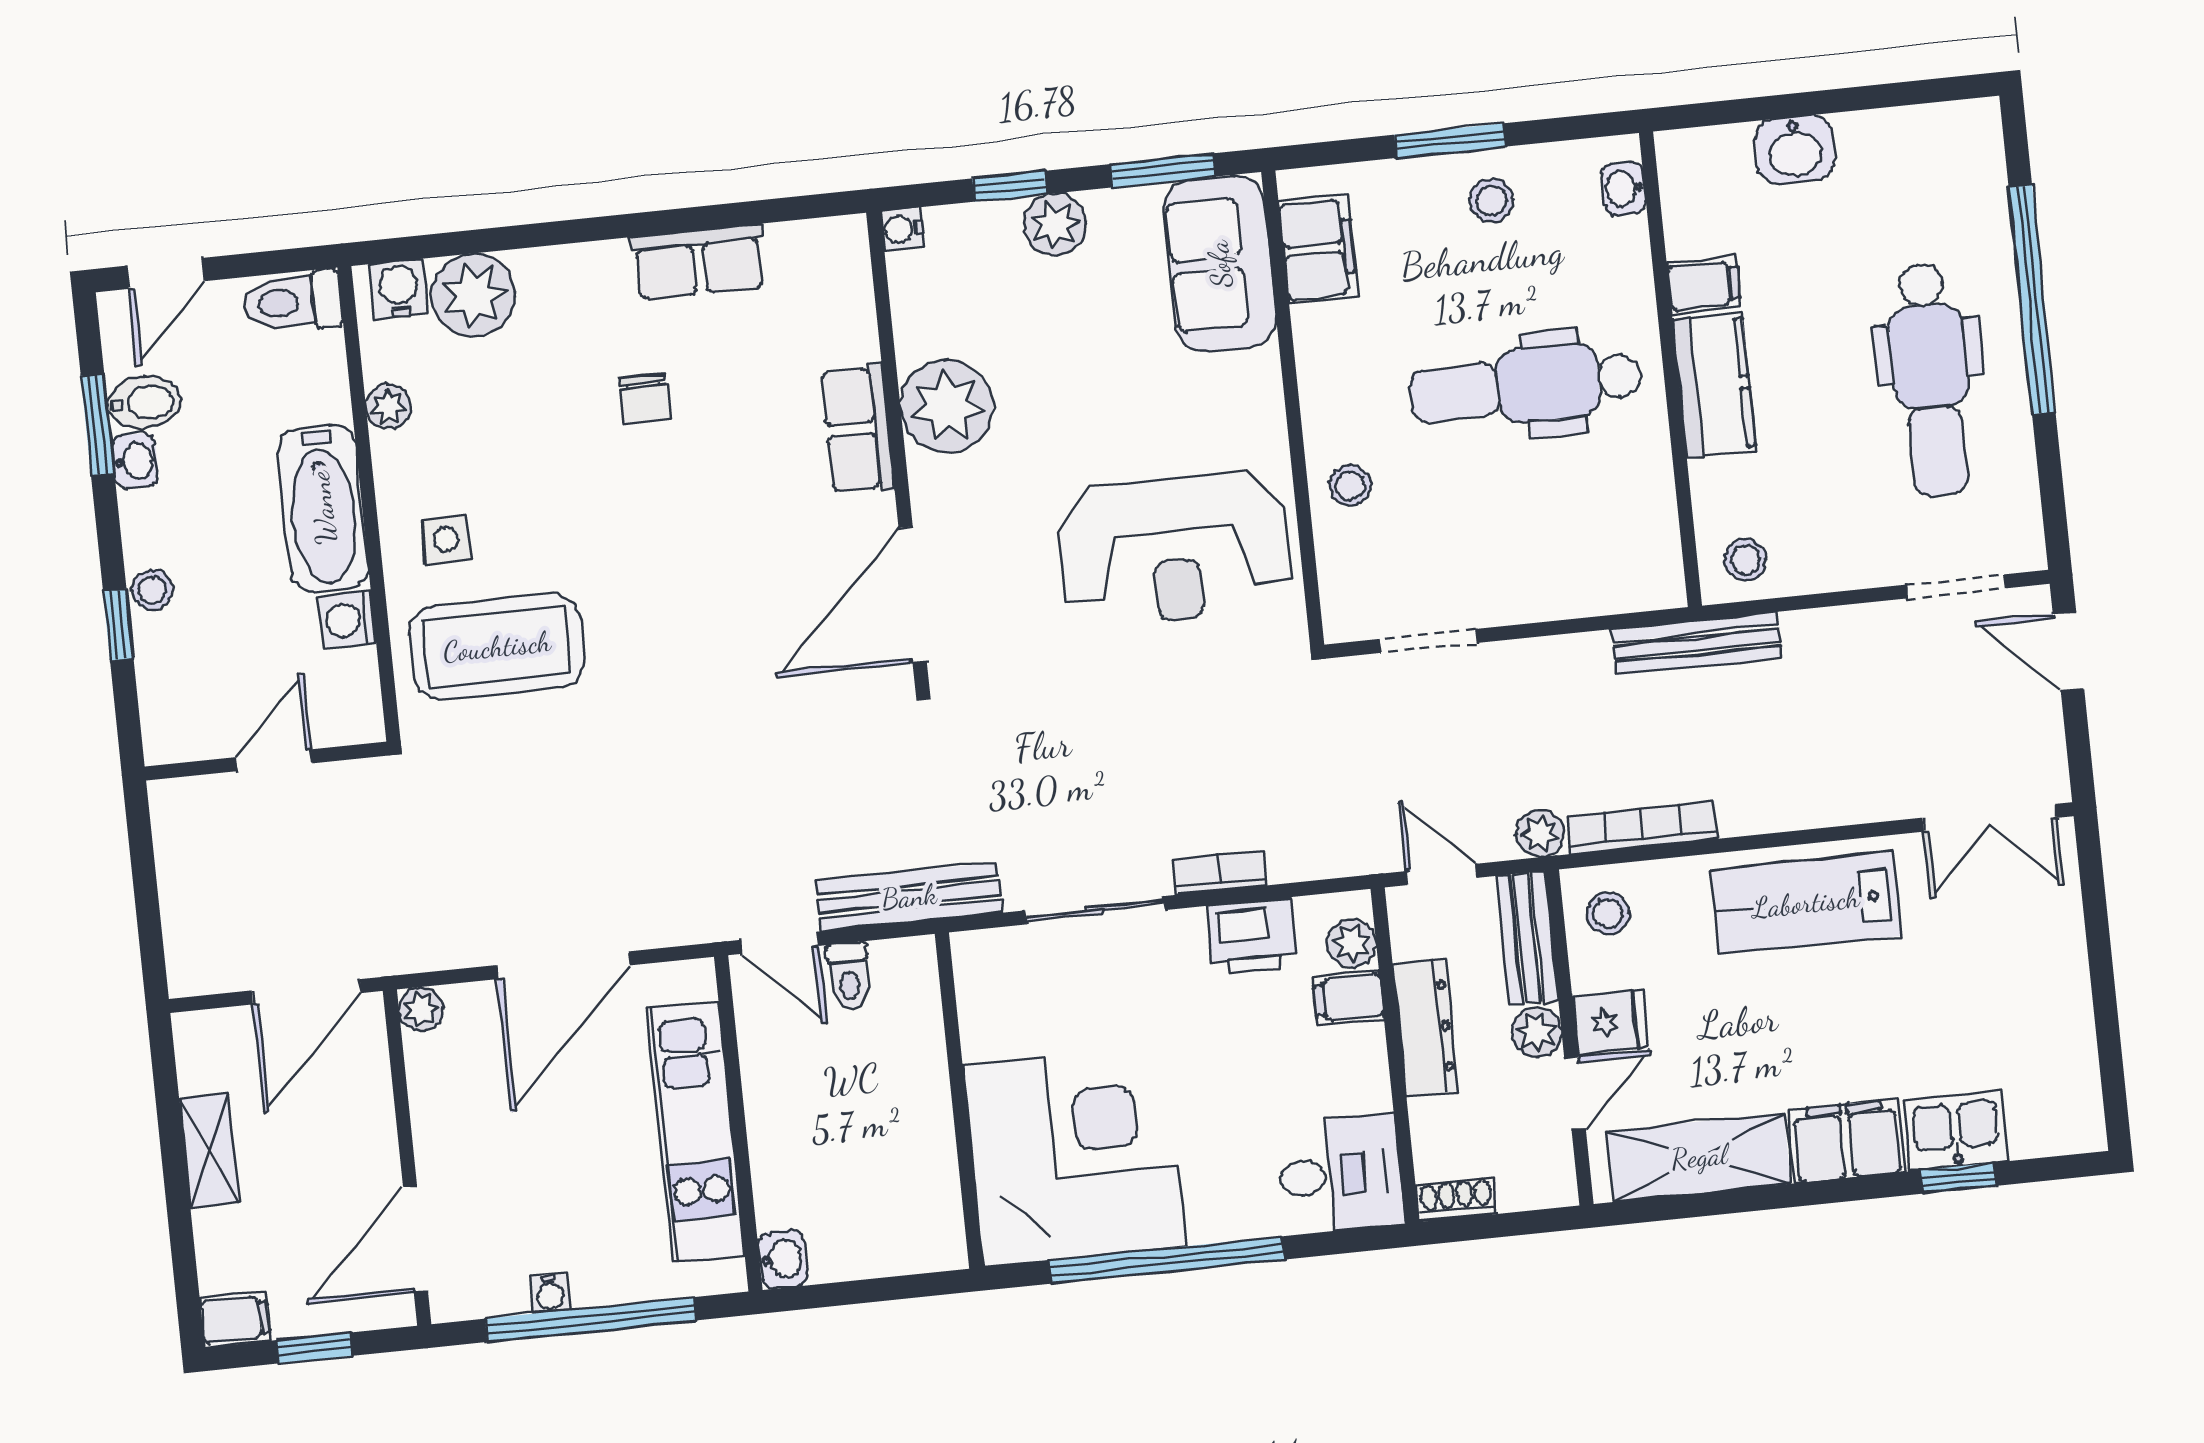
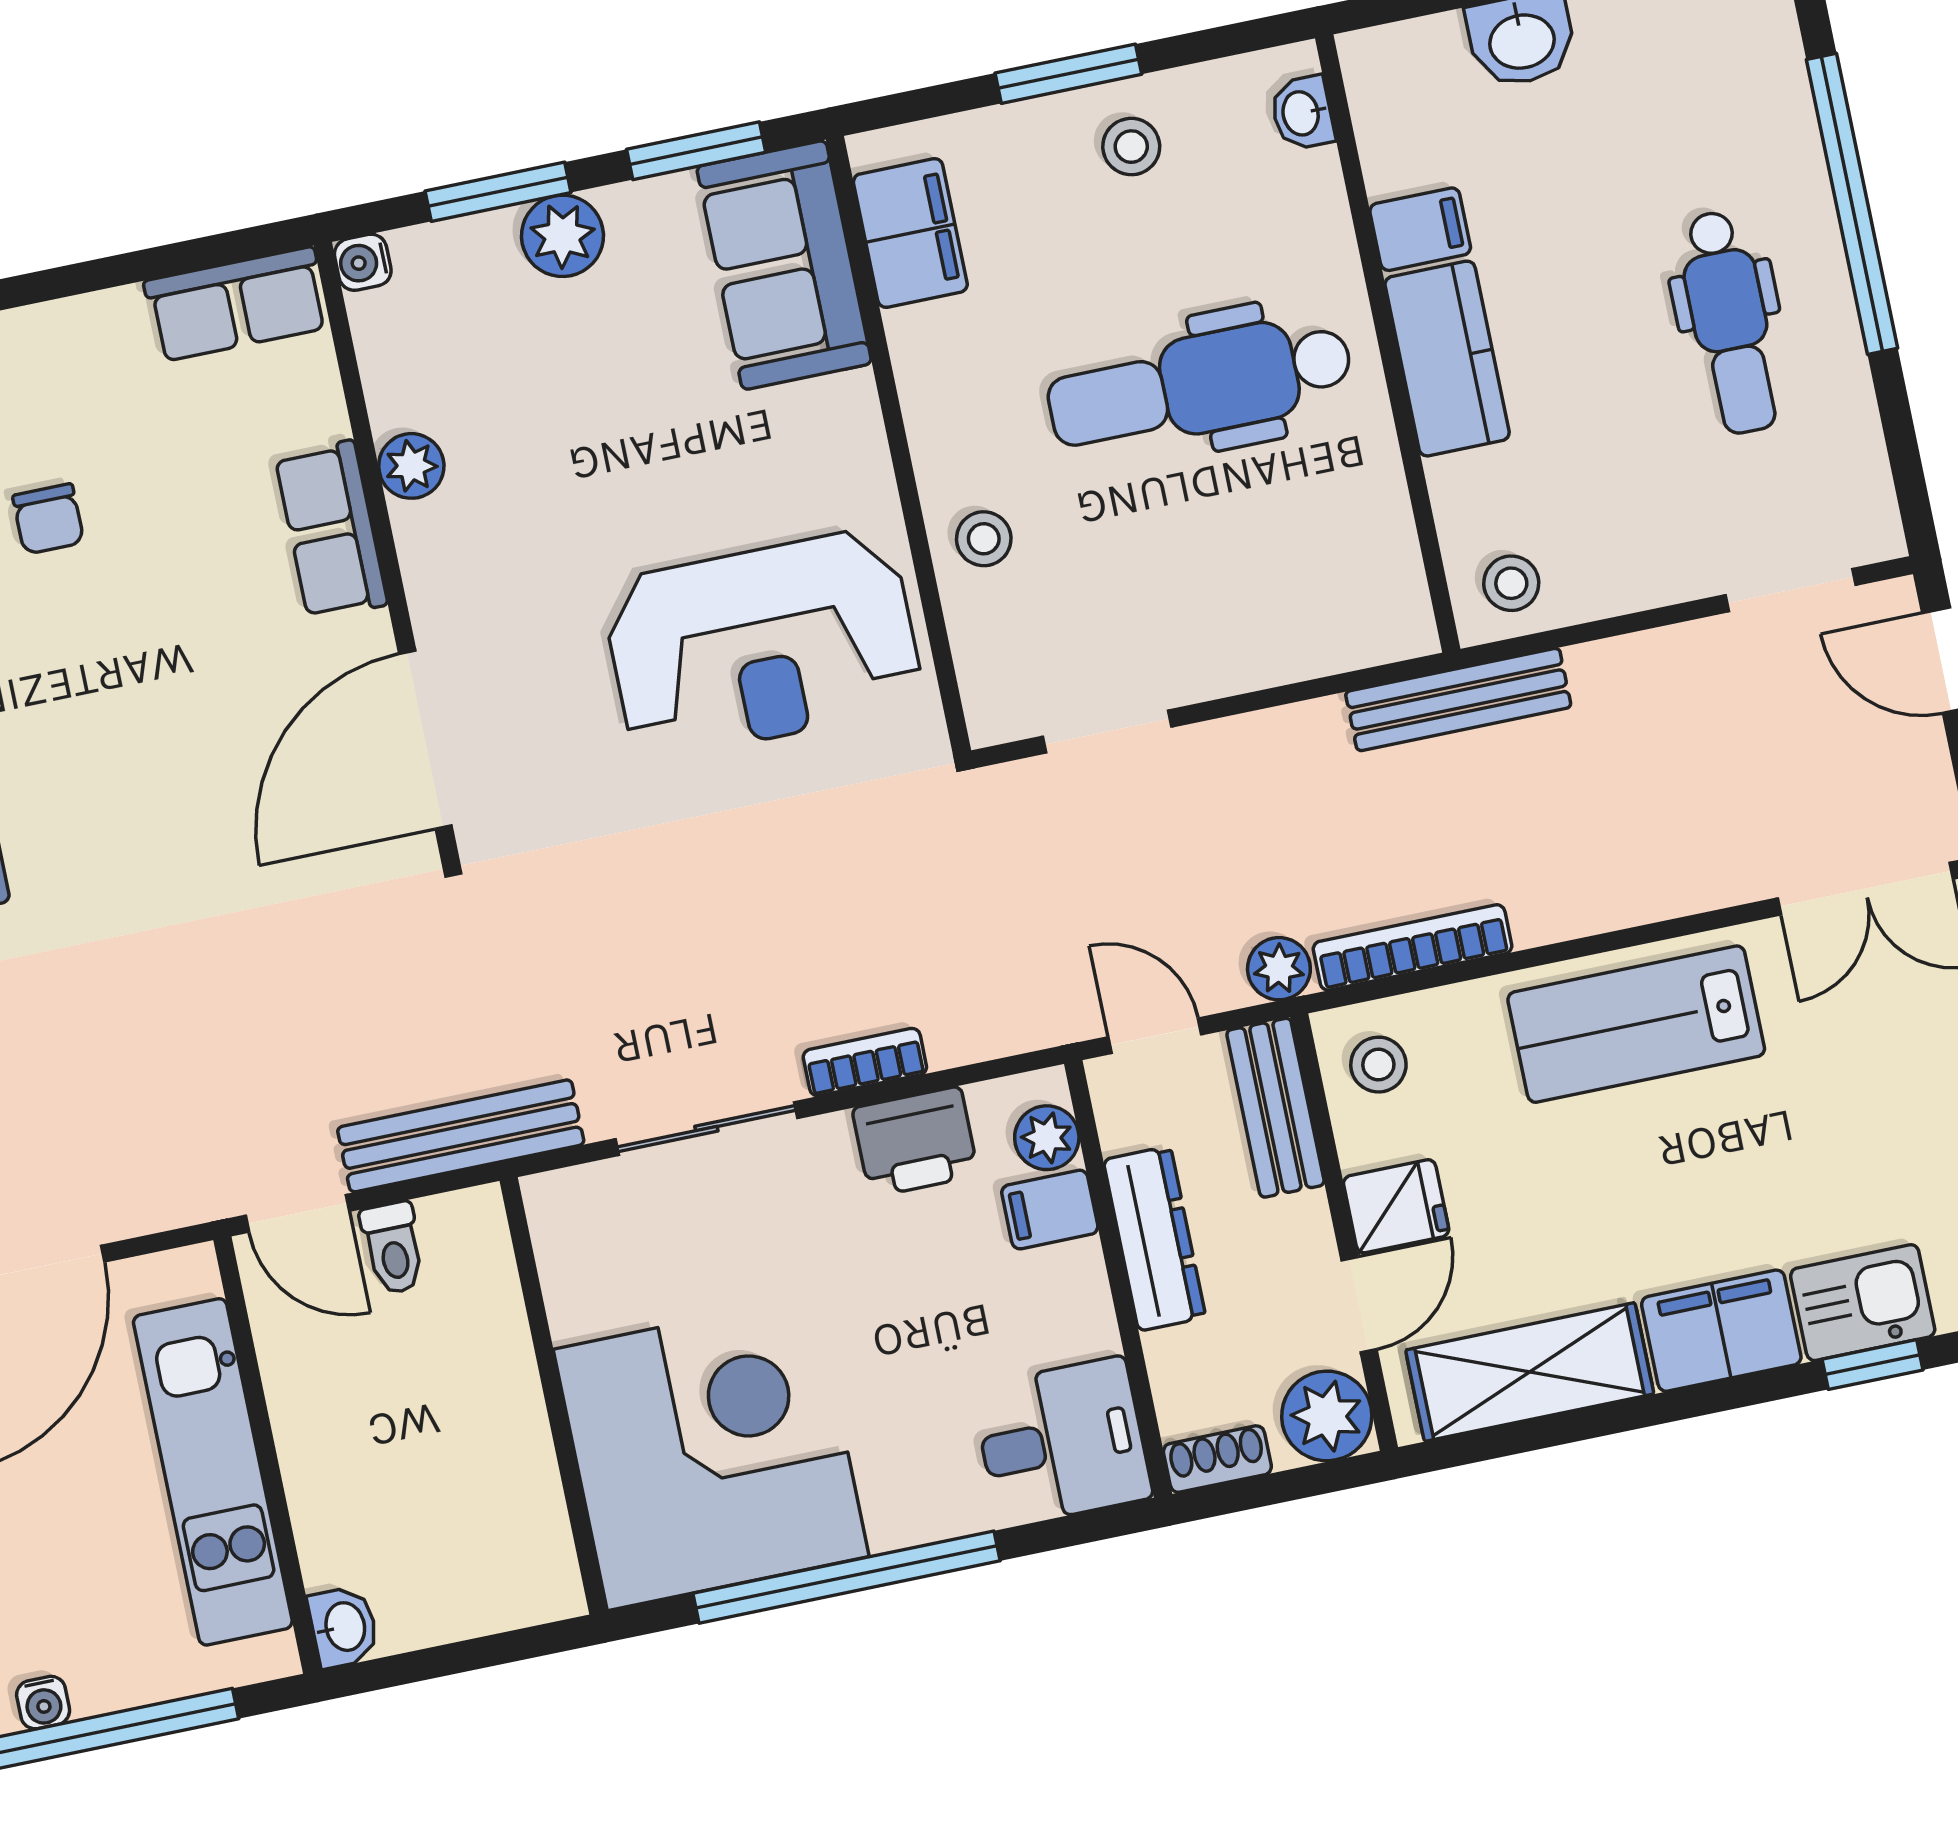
window: (1010, 186) -> (498, 192), width x1.50
row of seats: (699, 262) -> (237, 304), moved
dental chair: (1931, 379) -> (1730, 322), width x0.73, depth x0.72
plant: (947, 406) -> (411, 466), width x0.53, depth x0.53
plant: (1537, 1032) -> (1327, 1416), moved, width x1.38, depth x1.38

